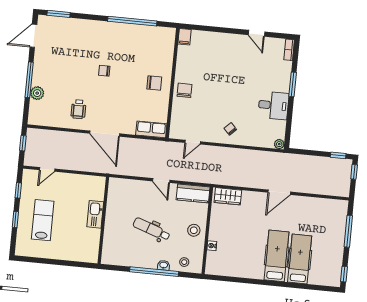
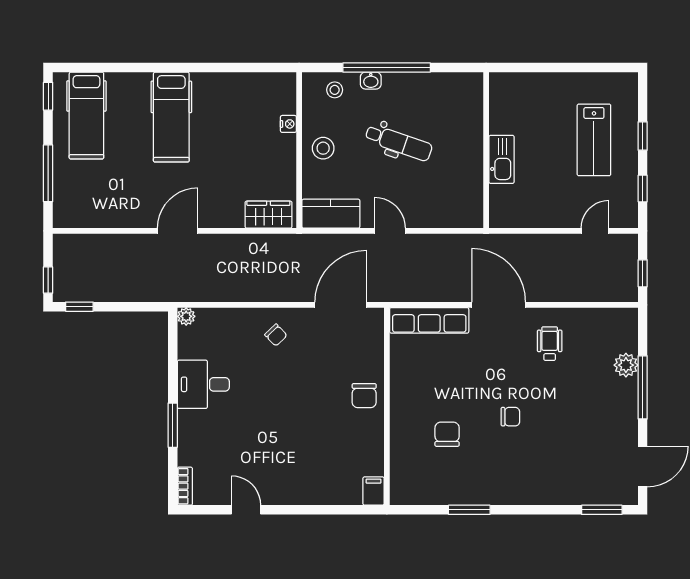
window: (132, 21) -> (469, 510), width x0.47
chair: (154, 83) -> (447, 434), moved, turned 90
row of seats: (151, 129) -> (429, 320), width x1.48
door: (193, 142) -> (341, 305), width x1.88
hospital bed: (300, 259) -> (86, 115), moved

